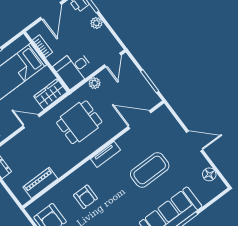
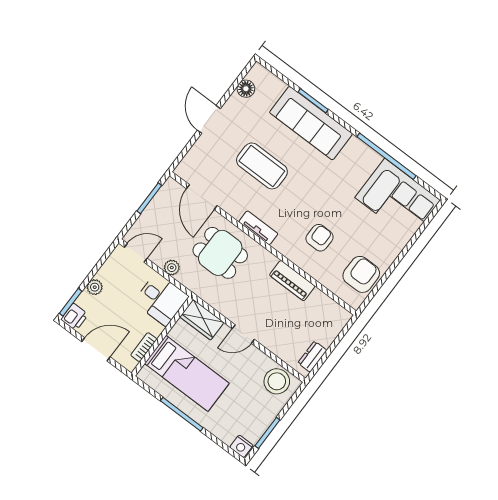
door: (31, 121) -> (243, 334), hinge flipped
dining table: (79, 122) -> (220, 253), moved
piano: (40, 183) -> (292, 281), moved

